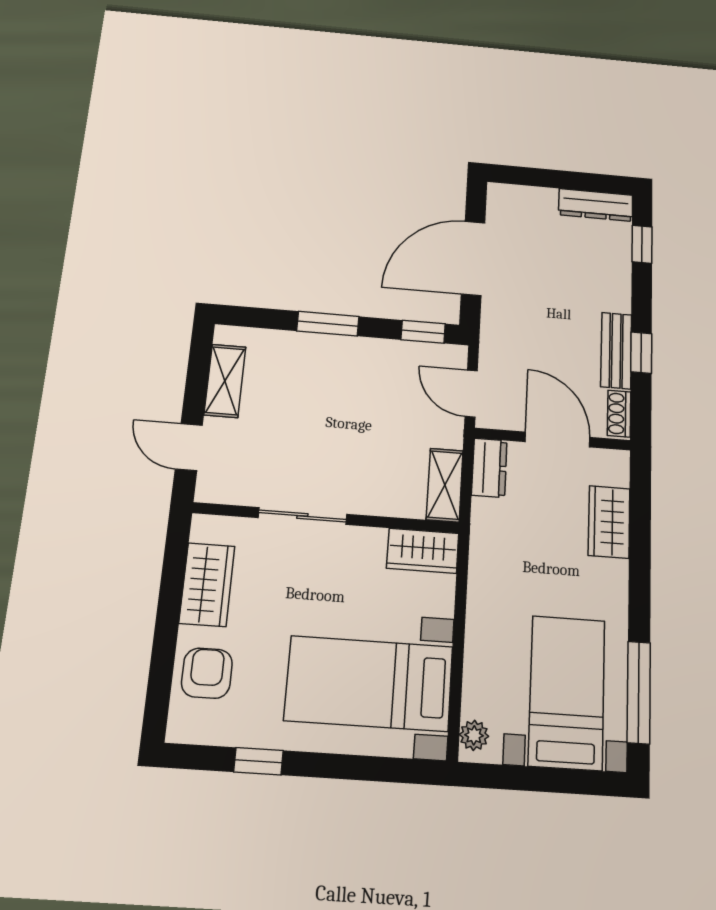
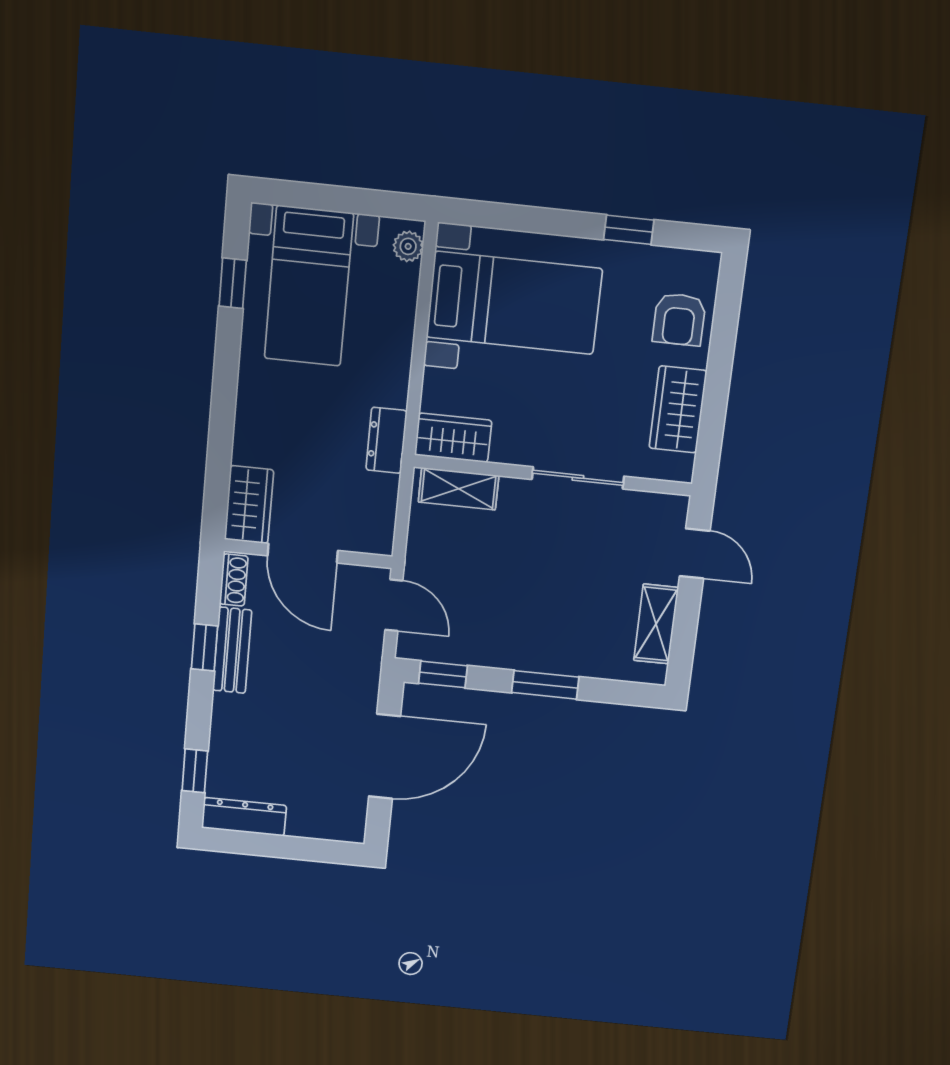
dresser: (489, 468) -> (386, 440), moved
shelving: (445, 485) -> (459, 489), moved, turned 90
wardrobe: (609, 522) -> (249, 505), moved
window: (639, 692) -> (233, 283), width x0.46

